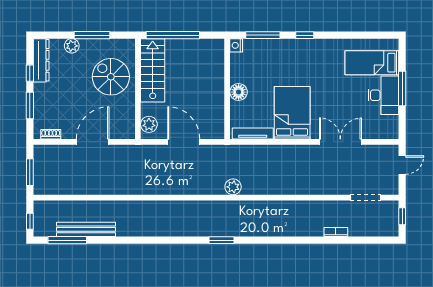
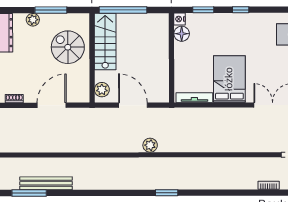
window: (263, 35) -> (203, 10), width x0.69
floor lamp: (239, 92) -> (182, 34), moved
plant: (233, 187) -> (150, 145), moved

